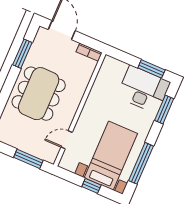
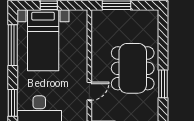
window: (22, 54) -> (163, 84), moved
door: (67, 140) -> (89, 91), moved

